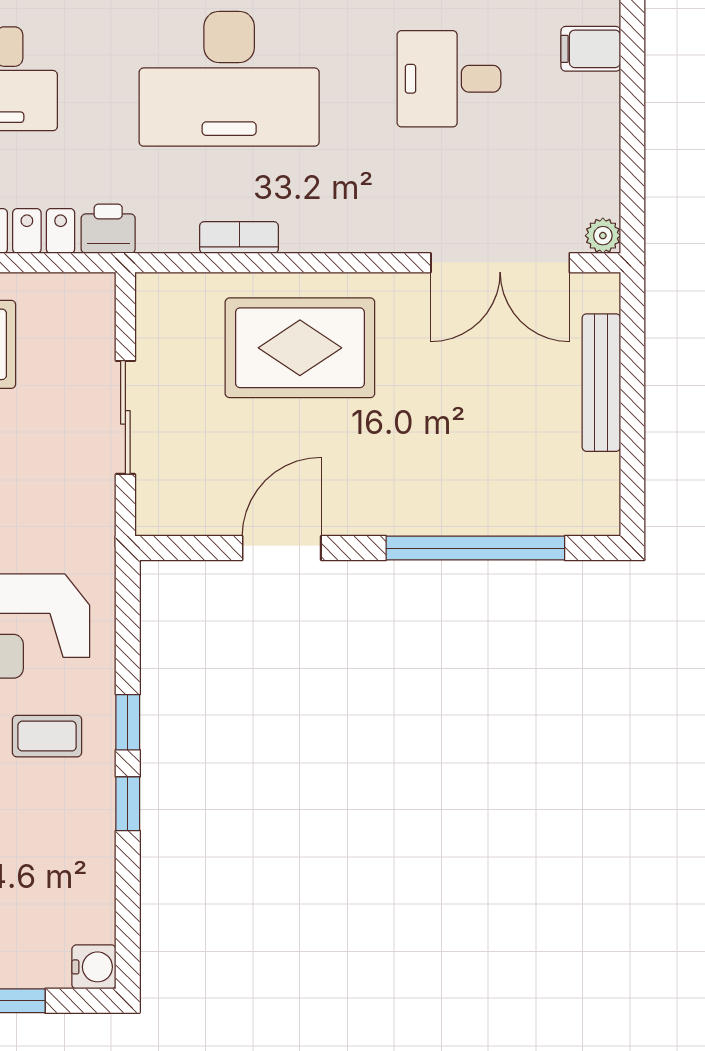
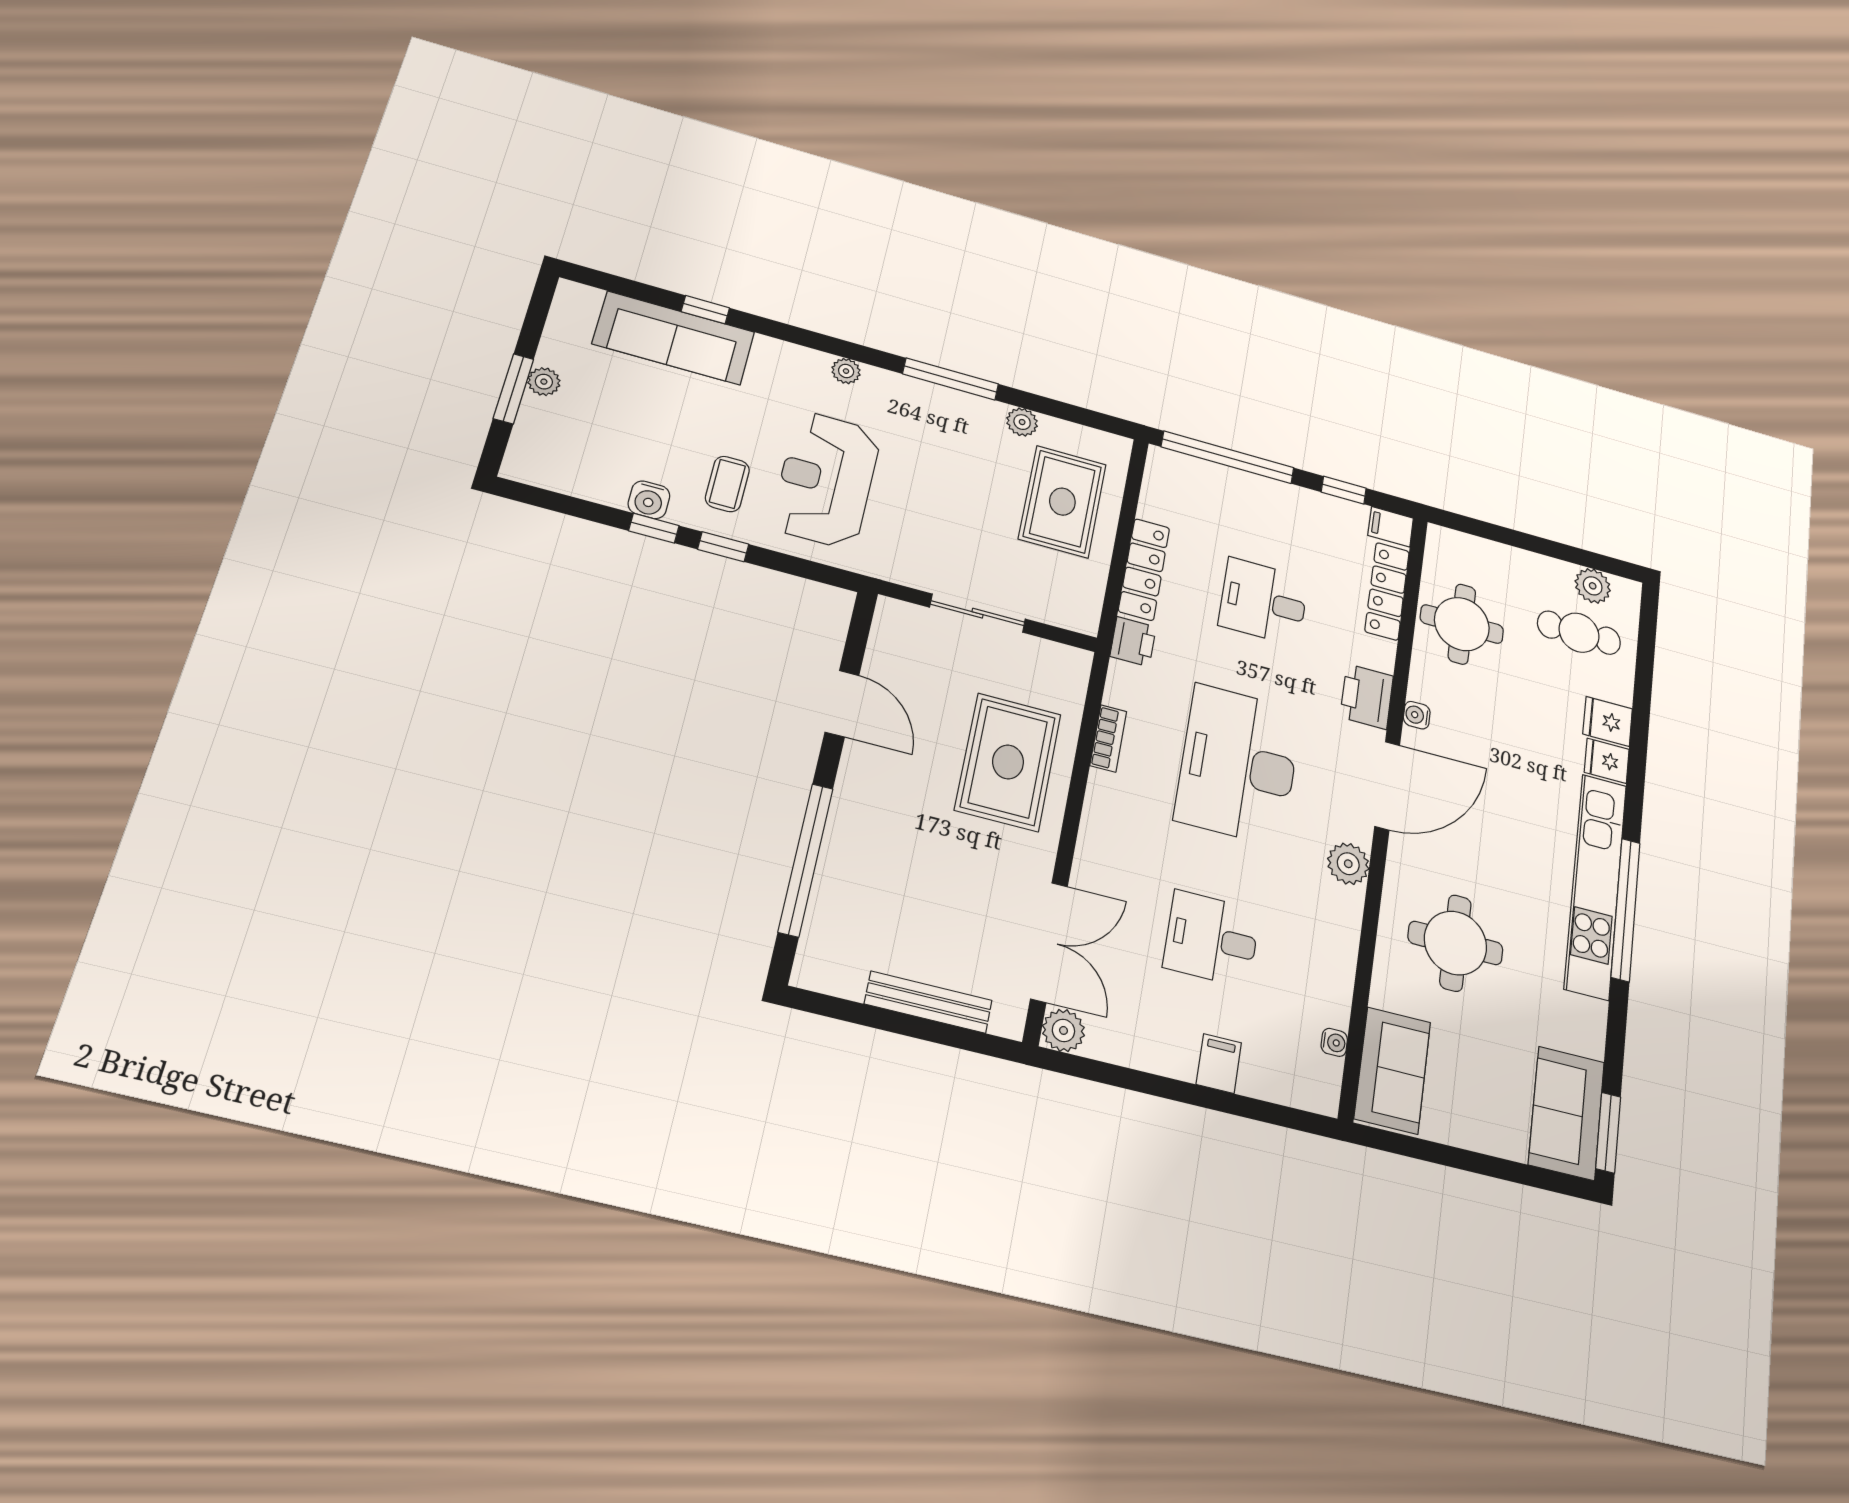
desk: (449, 79) -> (1212, 939), turned -90
plant: (603, 236) -> (1063, 1030), width x1.38, depth x1.38
double door: (500, 263) -> (1049, 942), swing flipped
water cooler: (94, 967) -> (649, 500), moved

